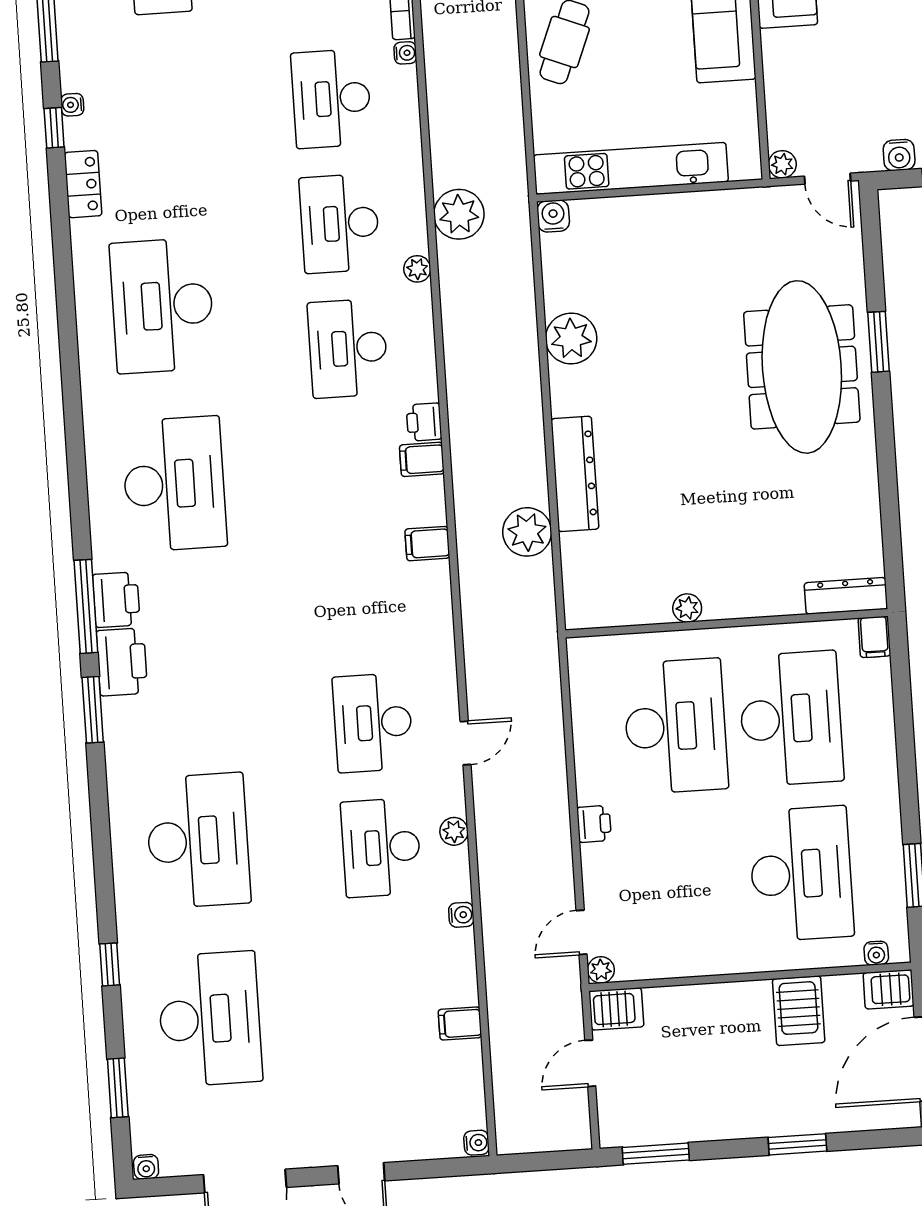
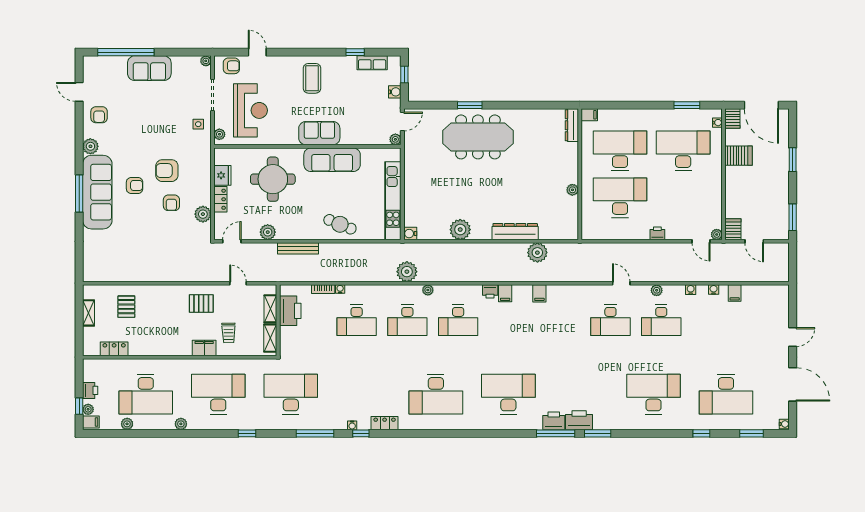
desk: (210, 1019) -> (726, 394), turned 180
water cooler: (476, 1143) -> (714, 290), moved

